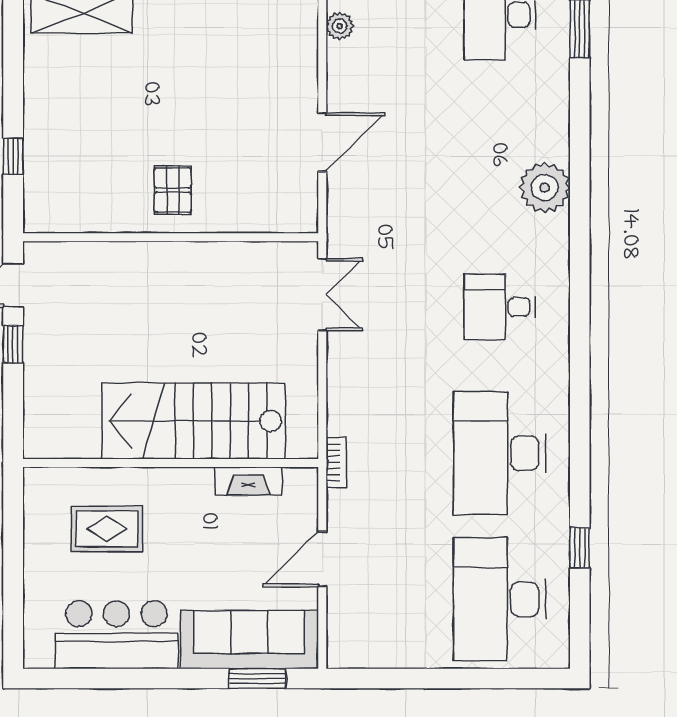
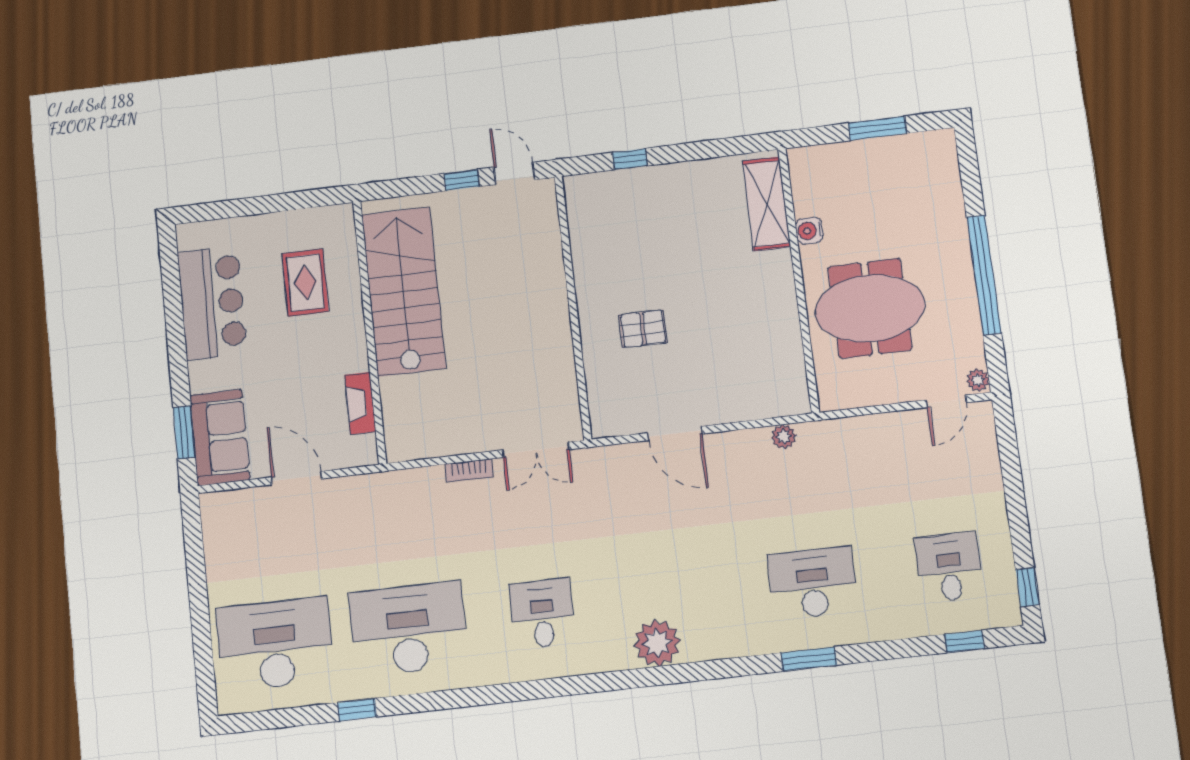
pallet: (173, 190) -> (643, 329), moved
stairs: (194, 421) -> (404, 291), moved
bookcase: (336, 462) -> (469, 471), moved
window: (580, 548) -> (357, 710), moved
sofa: (249, 640) -> (220, 438), width x0.73

